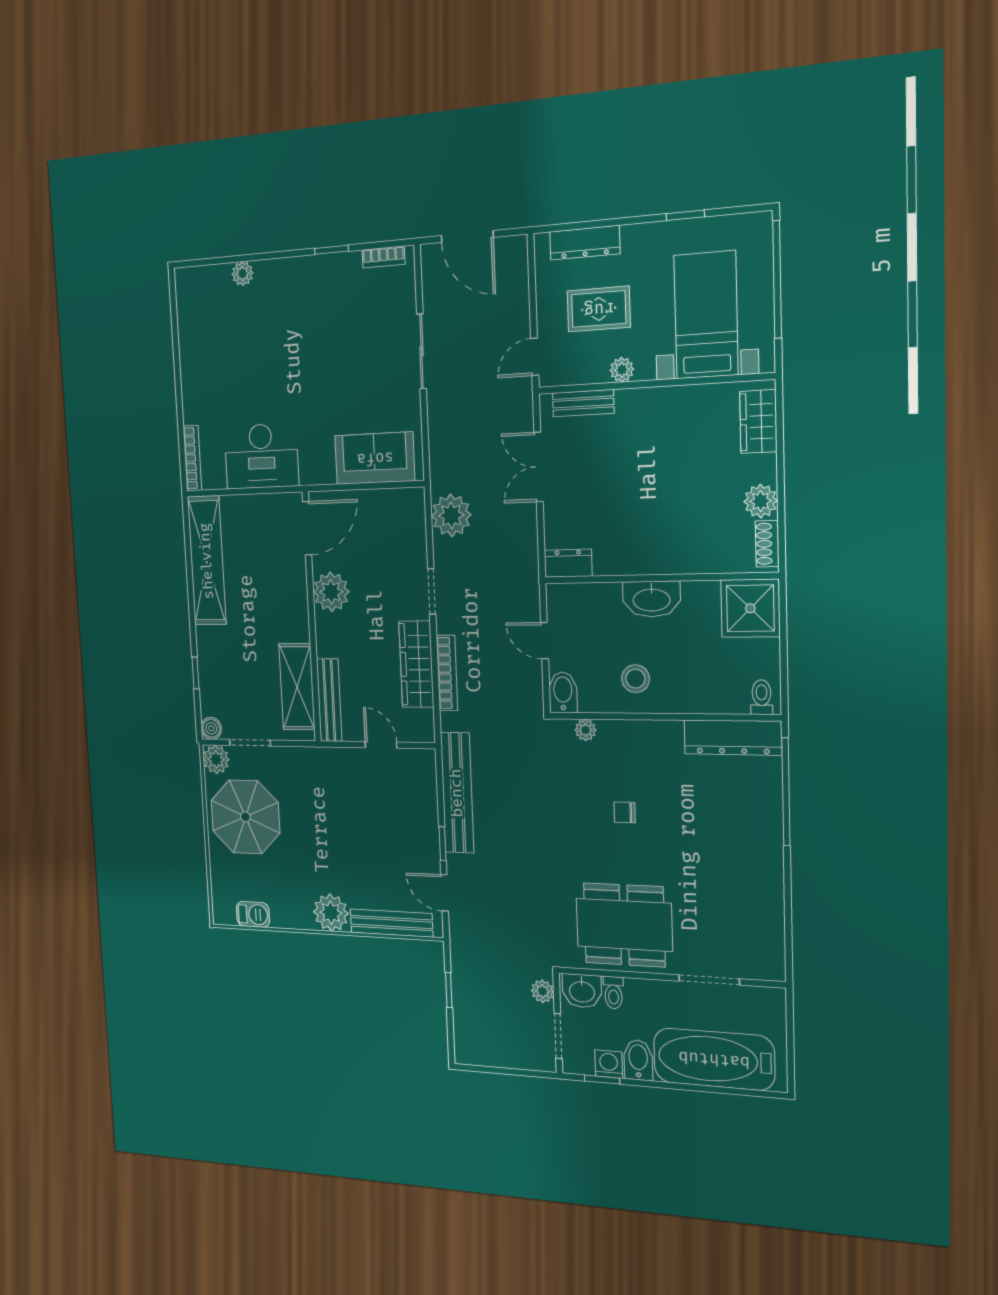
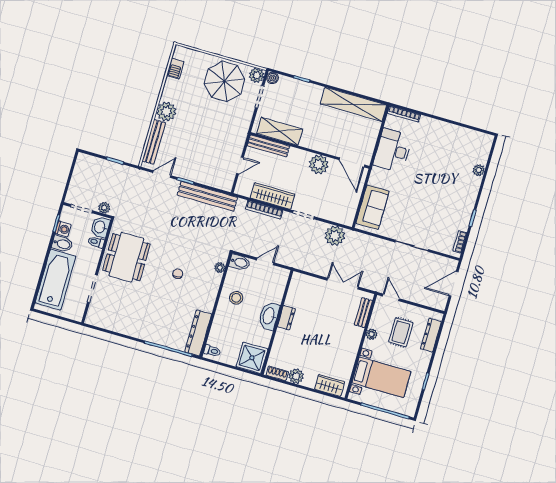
dresser: (568, 563) -> (286, 318), moved

